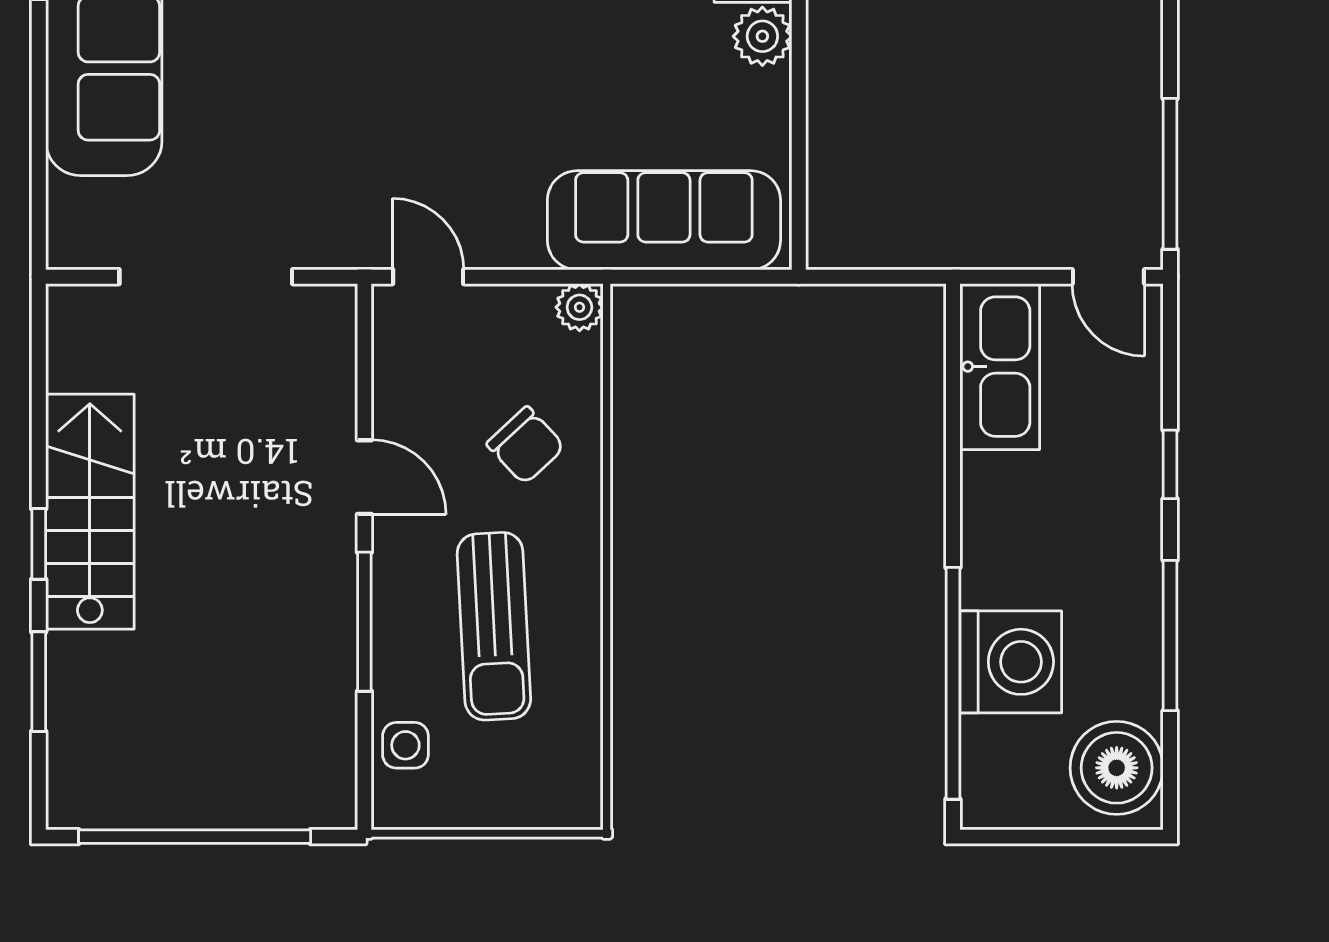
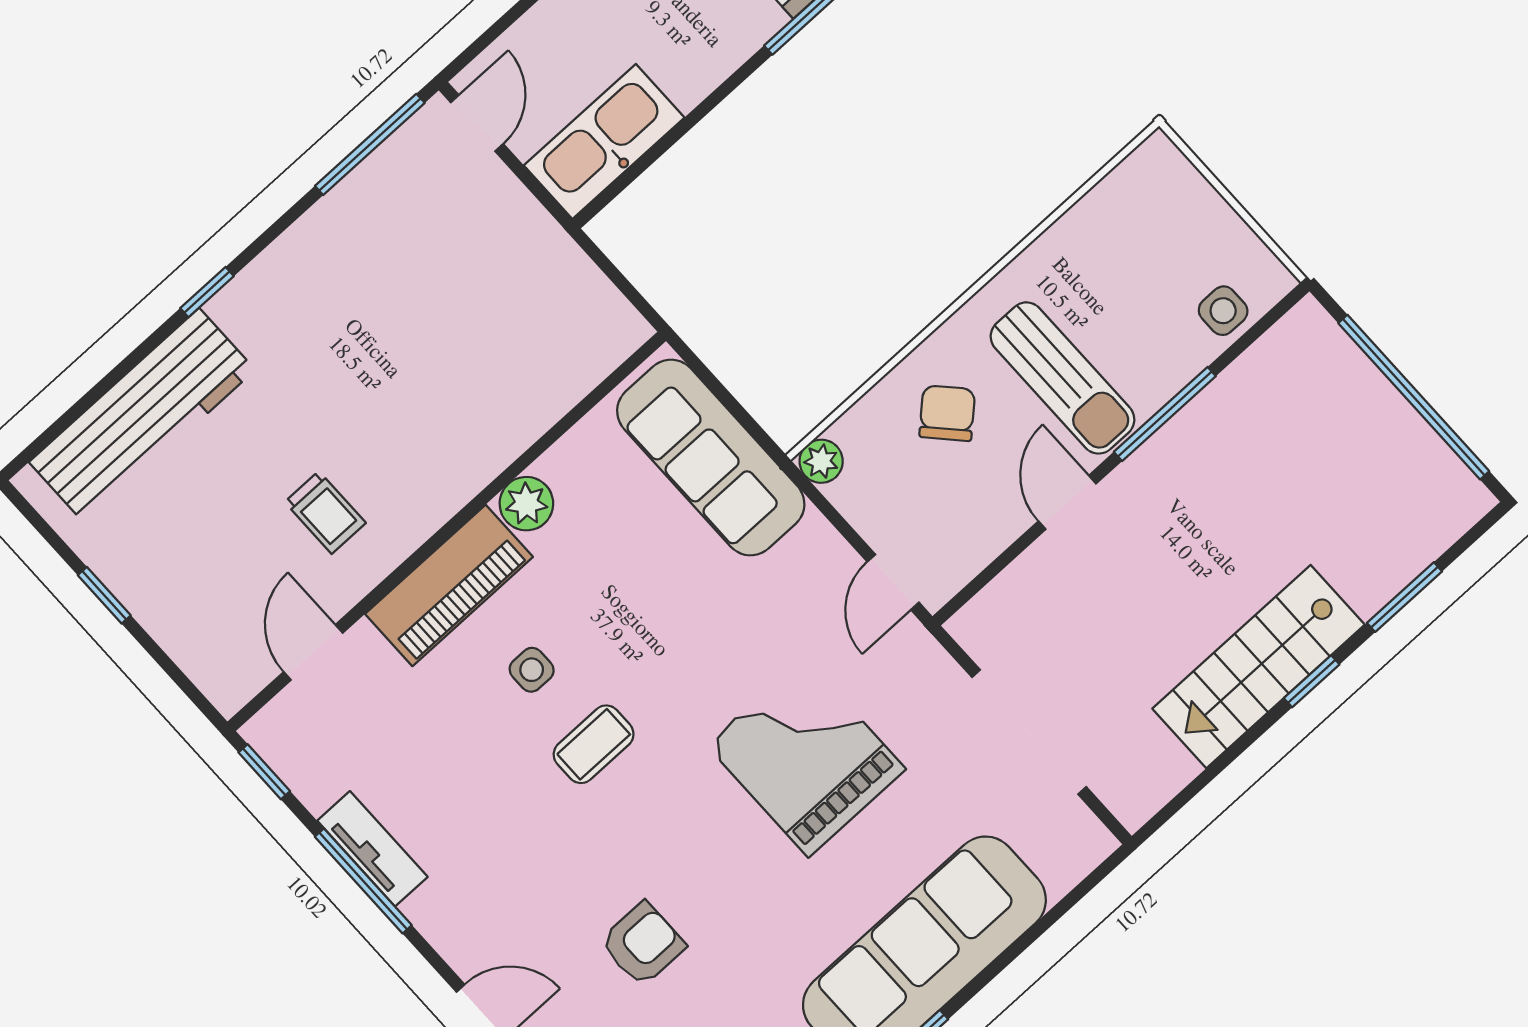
grand piano: (350, 77) -> (806, 757), added
sun lounger: (494, 626) -> (1062, 378), moved, turned 93

